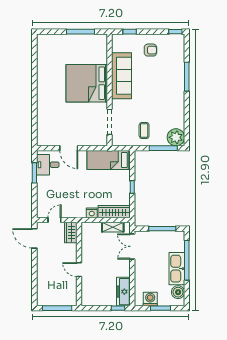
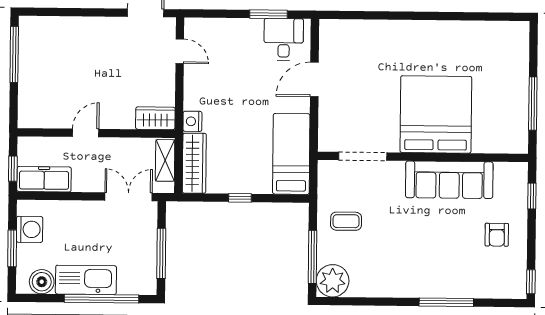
wardrobe: (71, 233) -> (155, 118), moved
wall: (79, 264) -> (96, 133), moved
door: (79, 270) -> (86, 133), moved

